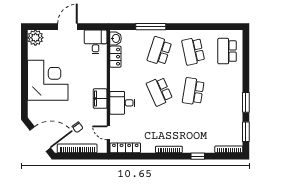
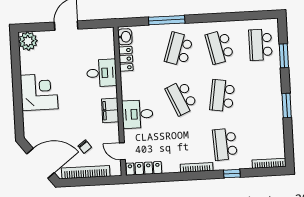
desk: (96, 42) -> (102, 73), moved, turned 90
corner desk: (48, 80) -> (39, 92), width x0.74, depth x0.74
school desk: (193, 132) -> (225, 144), added
window: (246, 132) -> (284, 56), moved

